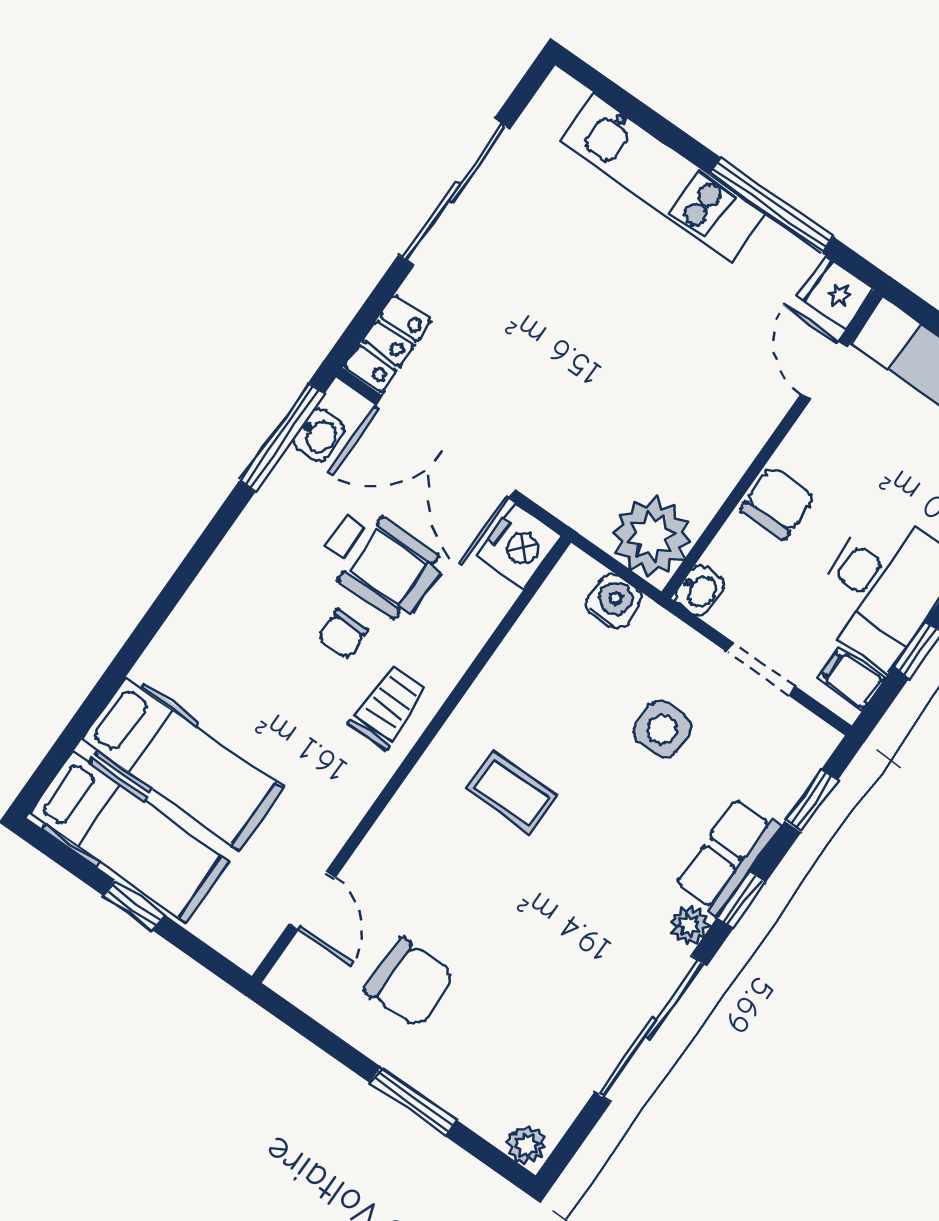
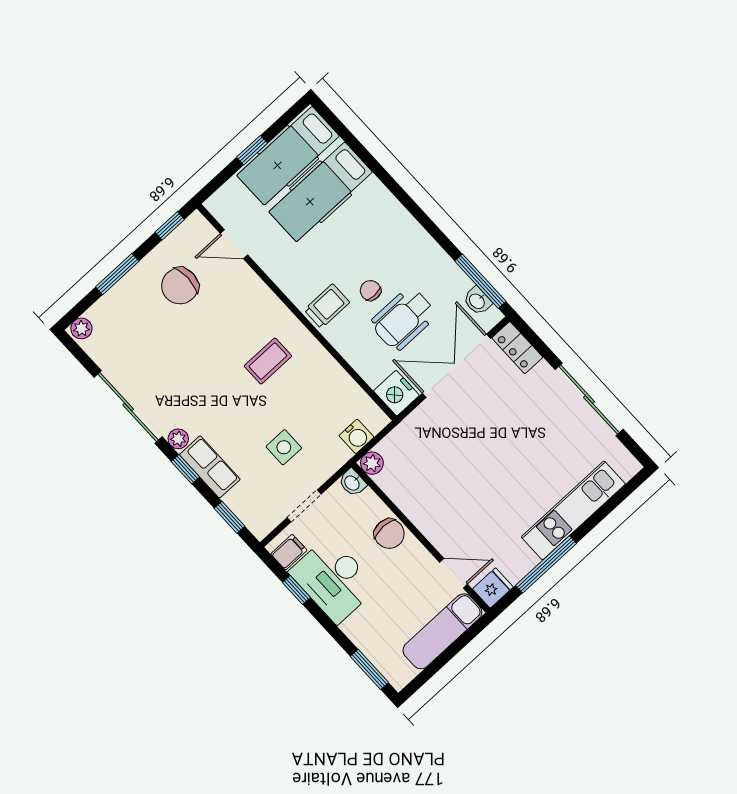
plant: (652, 537) -> (372, 463), width x0.53, depth x0.53
trolley: (388, 707) -> (327, 306), turned -90
window: (304, 1025) -> (170, 226), added

